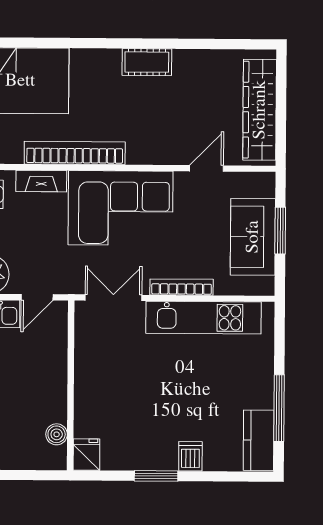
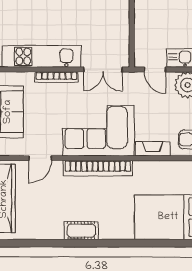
bookcase: (75, 153) -> (98, 168), moved
door: (37, 297) -> (155, 70), swing flipped

